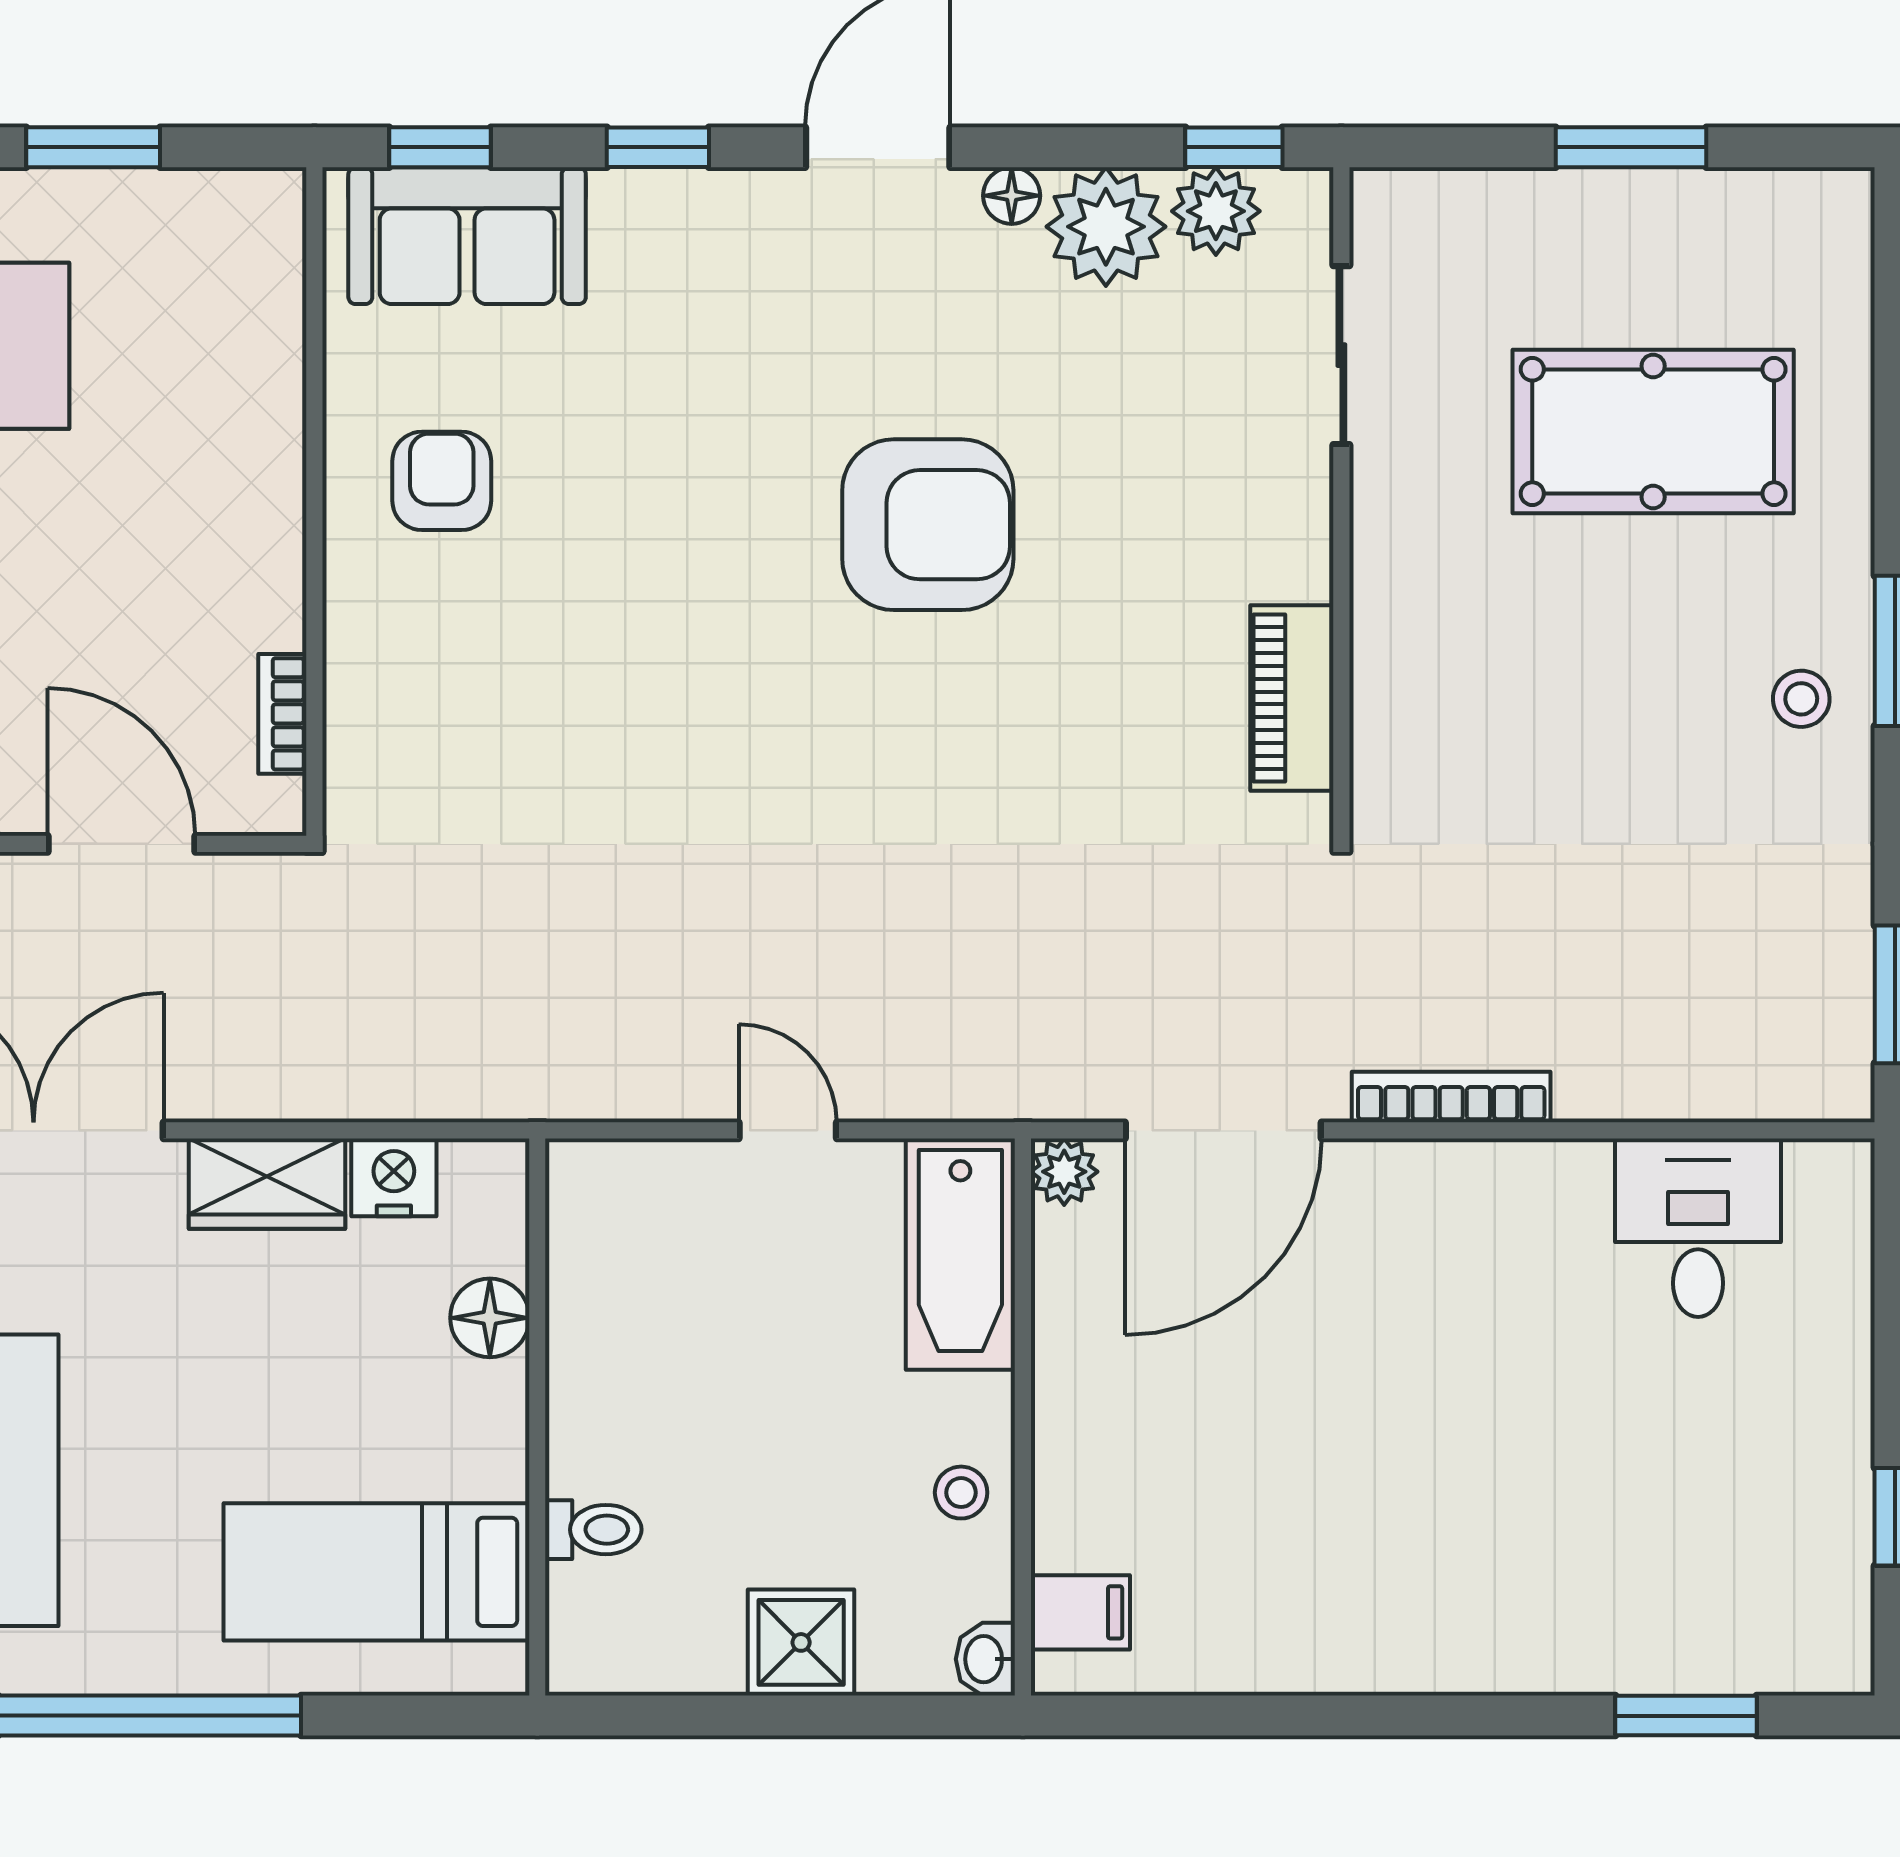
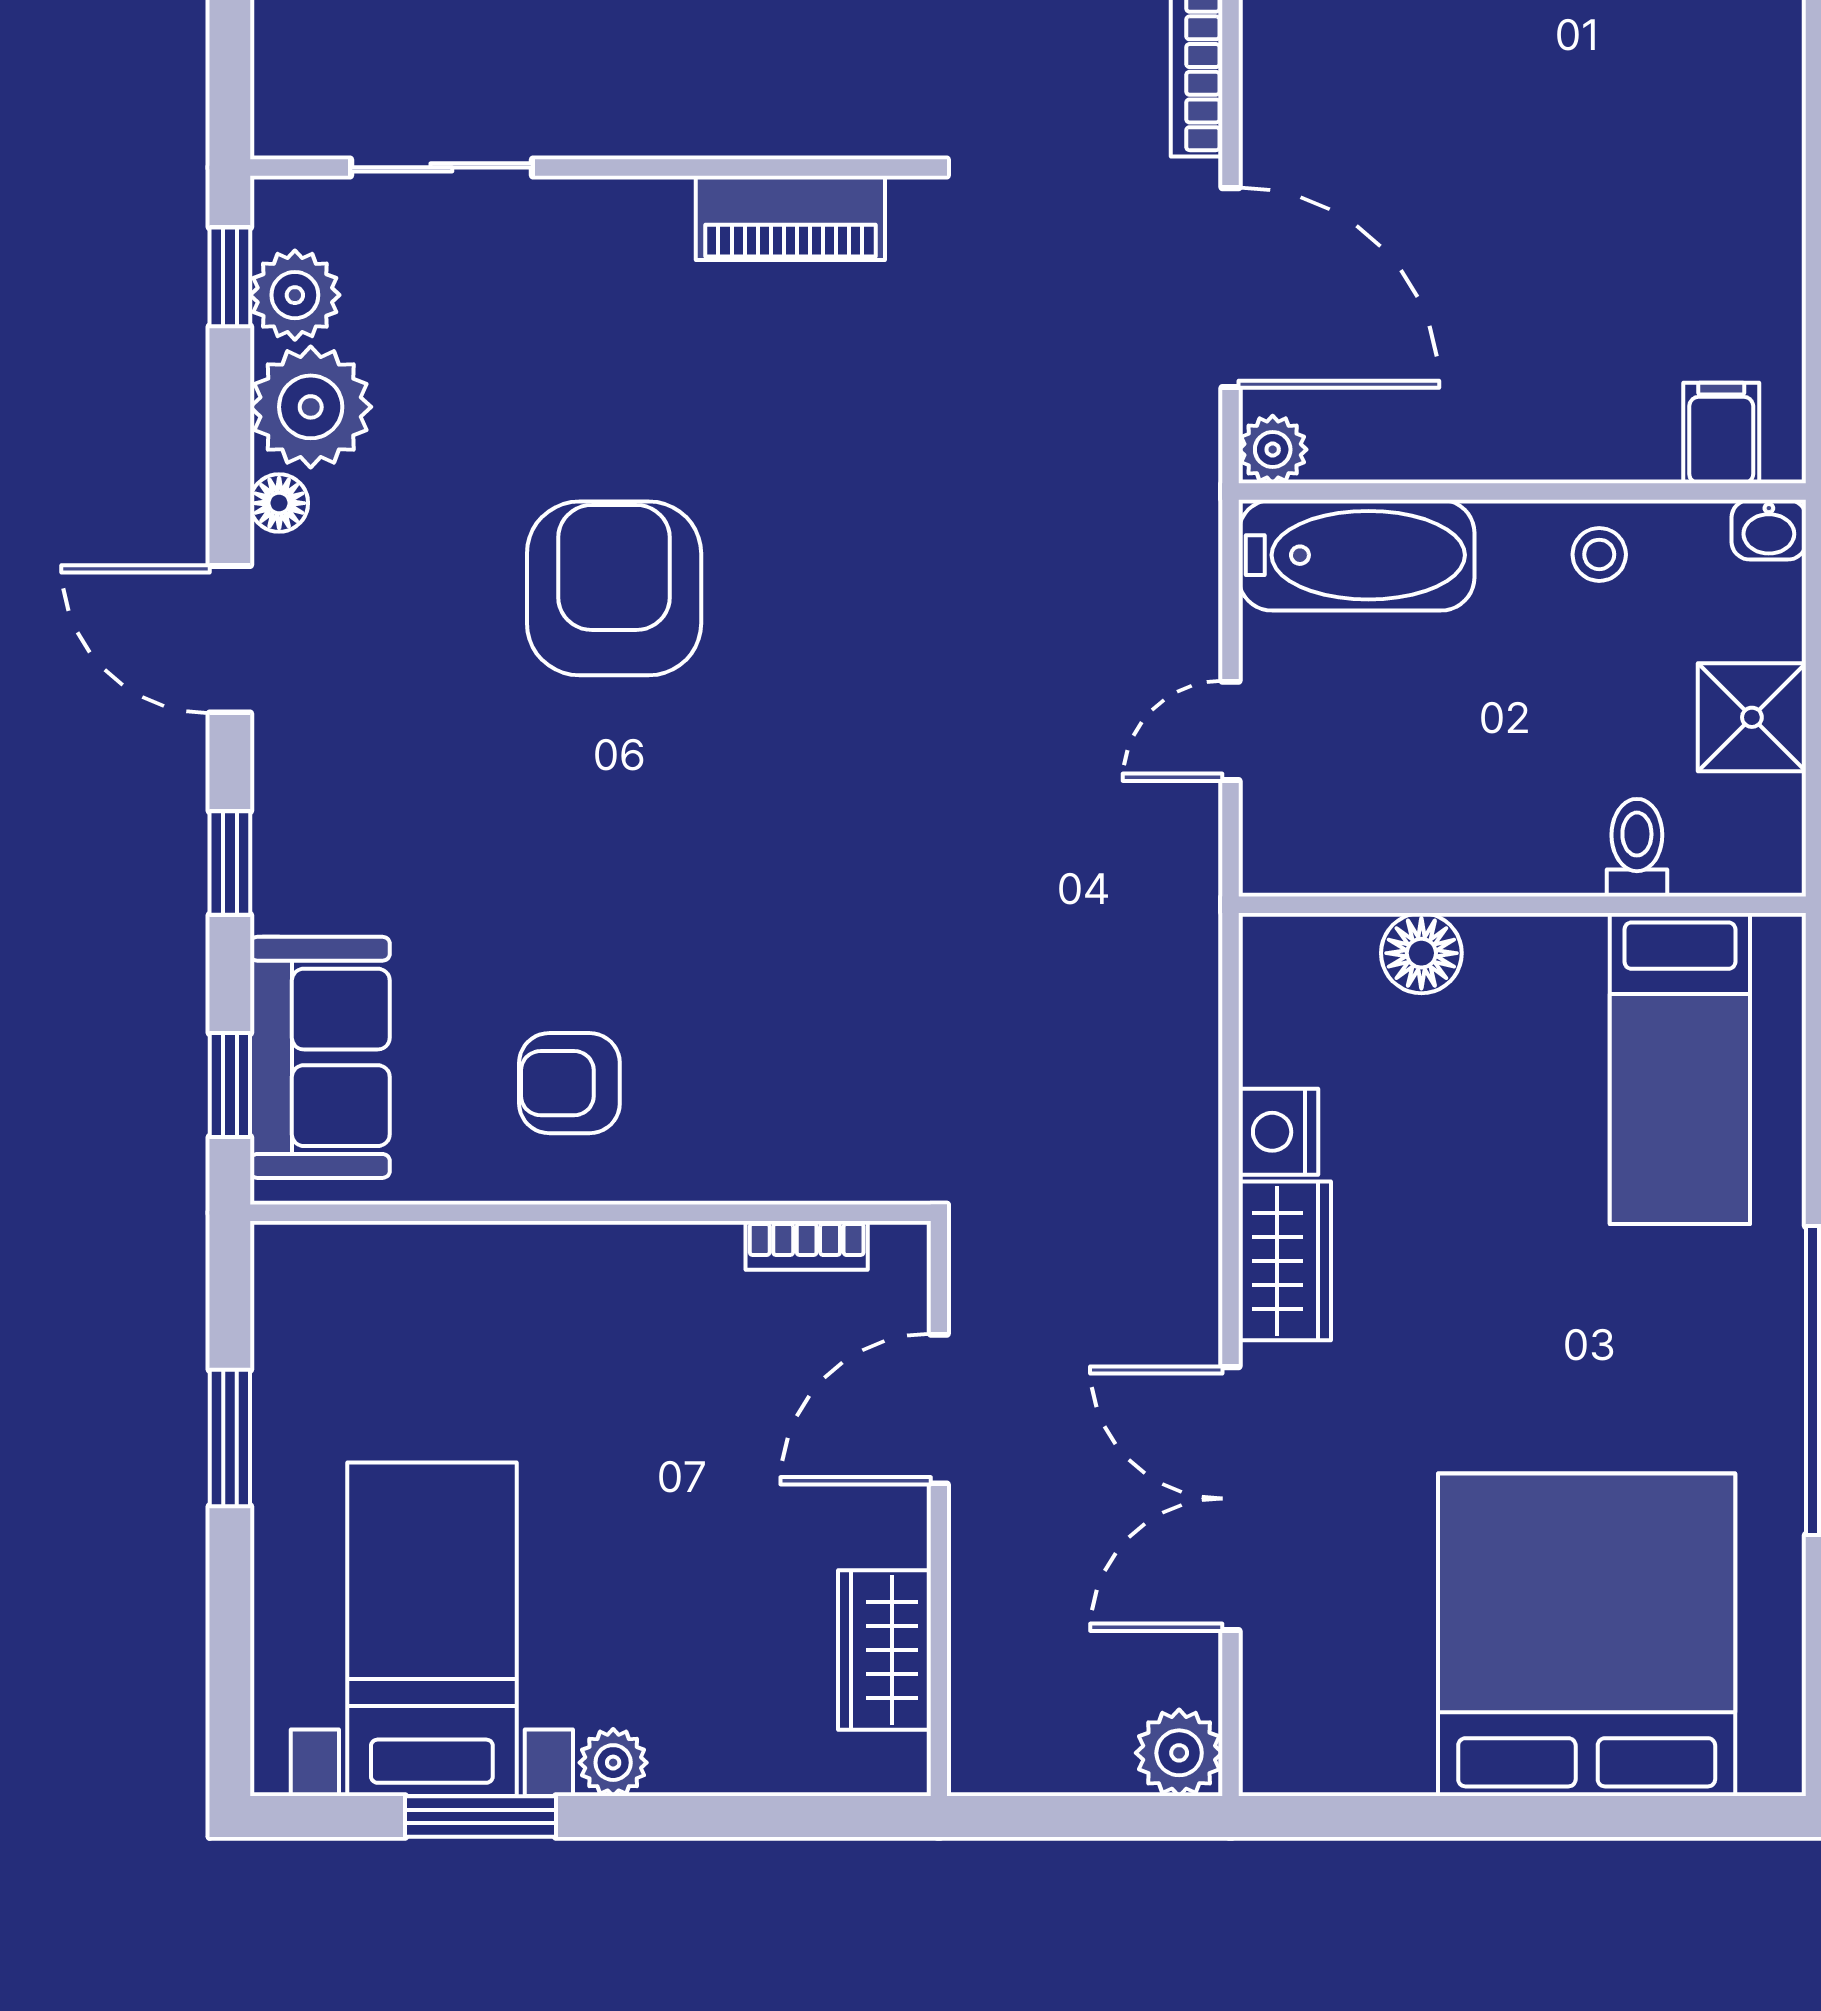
floor lamp: (490, 1318) -> (1421, 953), moved
wall: (537, 1417) -> (1522, 905), moved
toilet: (593, 1530) -> (1637, 848), moved
bed: (376, 1572) -> (1680, 1069), moved

